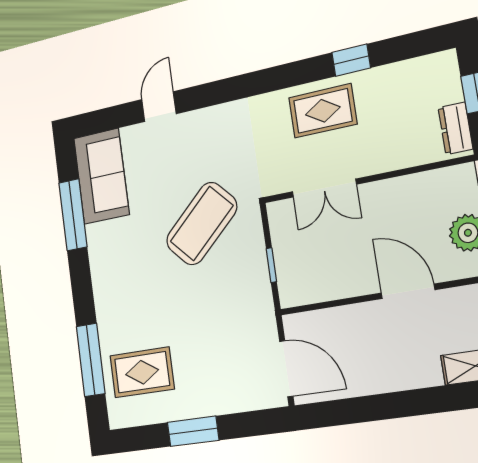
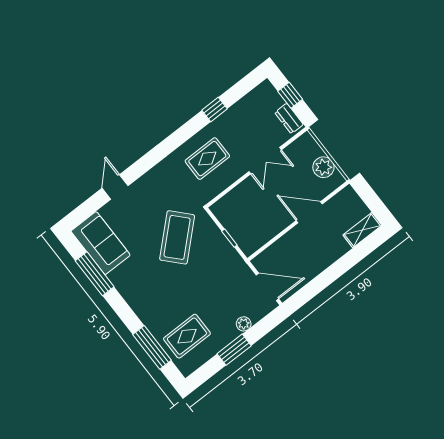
rug: (323, 111) -> (207, 159), moved
double door: (324, 188) -> (265, 161), moved
plant: (225, 402) -> (244, 324), added

